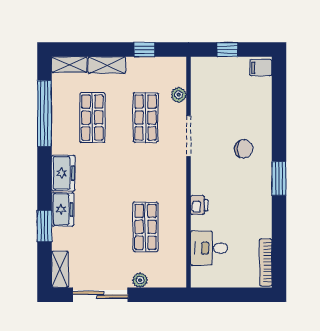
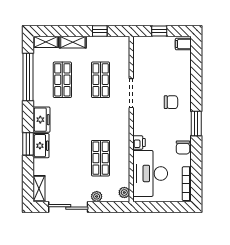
plant: (179, 95) -> (124, 192), moved
chair: (261, 212) -> (183, 147), added
window: (44, 226) -> (28, 144), moved
desk: (209, 248) -> (150, 173), width x1.87, depth x1.30

